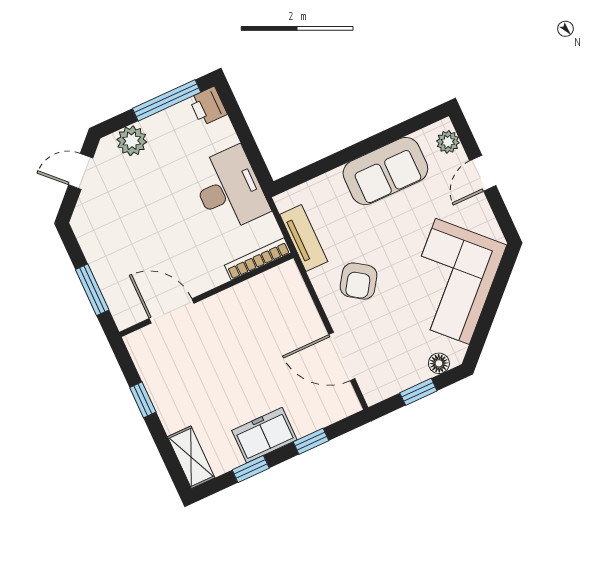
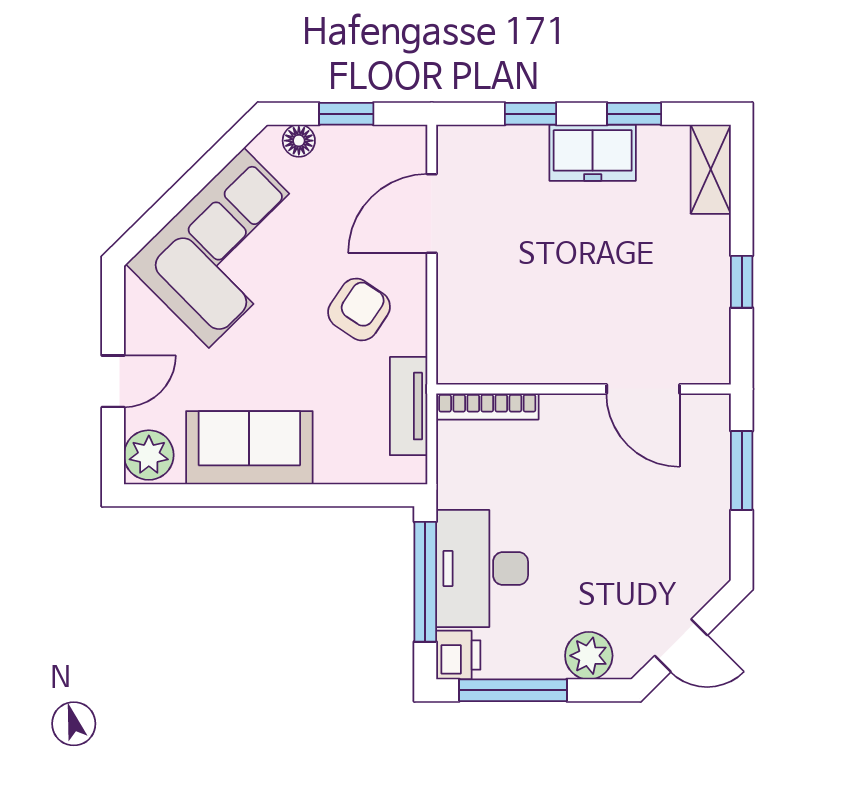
window: (247, 140) -> (425, 582), added
plant: (448, 142) -> (149, 455), width x1.38, depth x1.38
desk: (229, 189) -> (482, 569), moved
door: (342, 356) -> (432, 214), swing flipped

